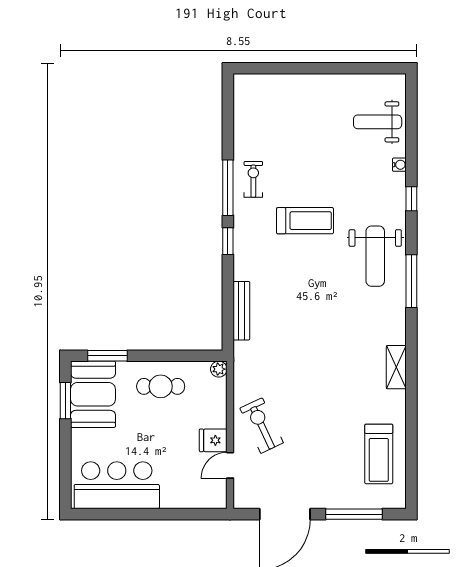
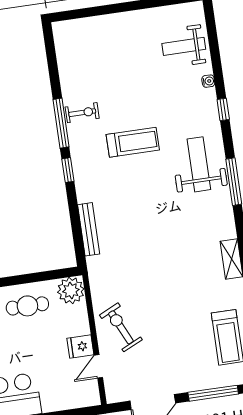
exercise bike: (253, 179) -> (82, 113), turned 90
weight bench: (375, 256) -> (199, 164), turned 180
plant: (219, 369) -> (71, 291), width x1.88, depth x1.88

